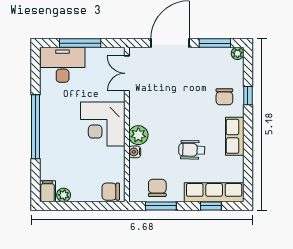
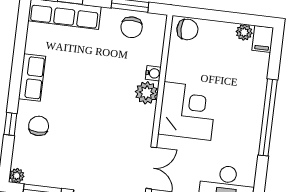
wheelchair: (192, 150) -> (85, 68), removed

